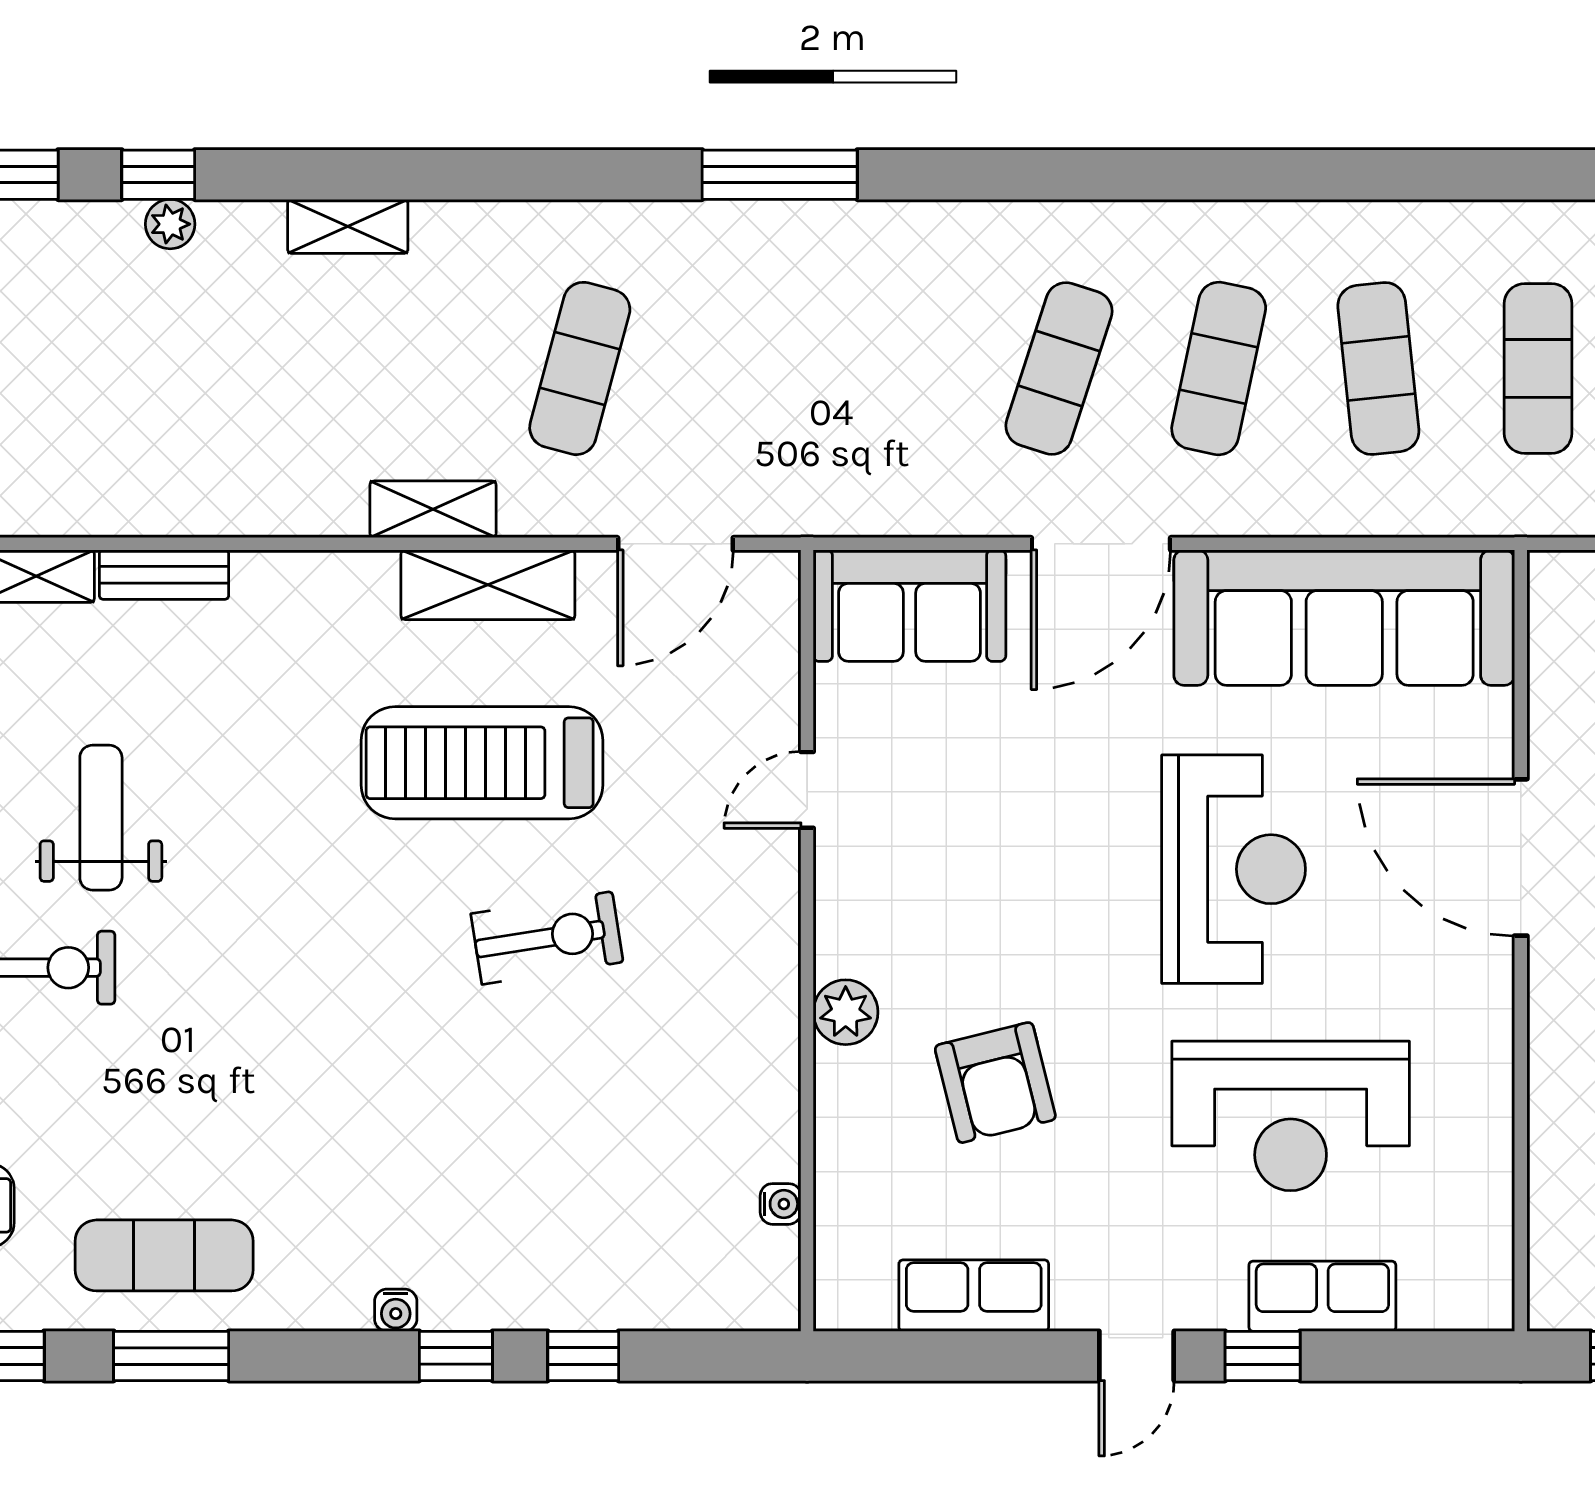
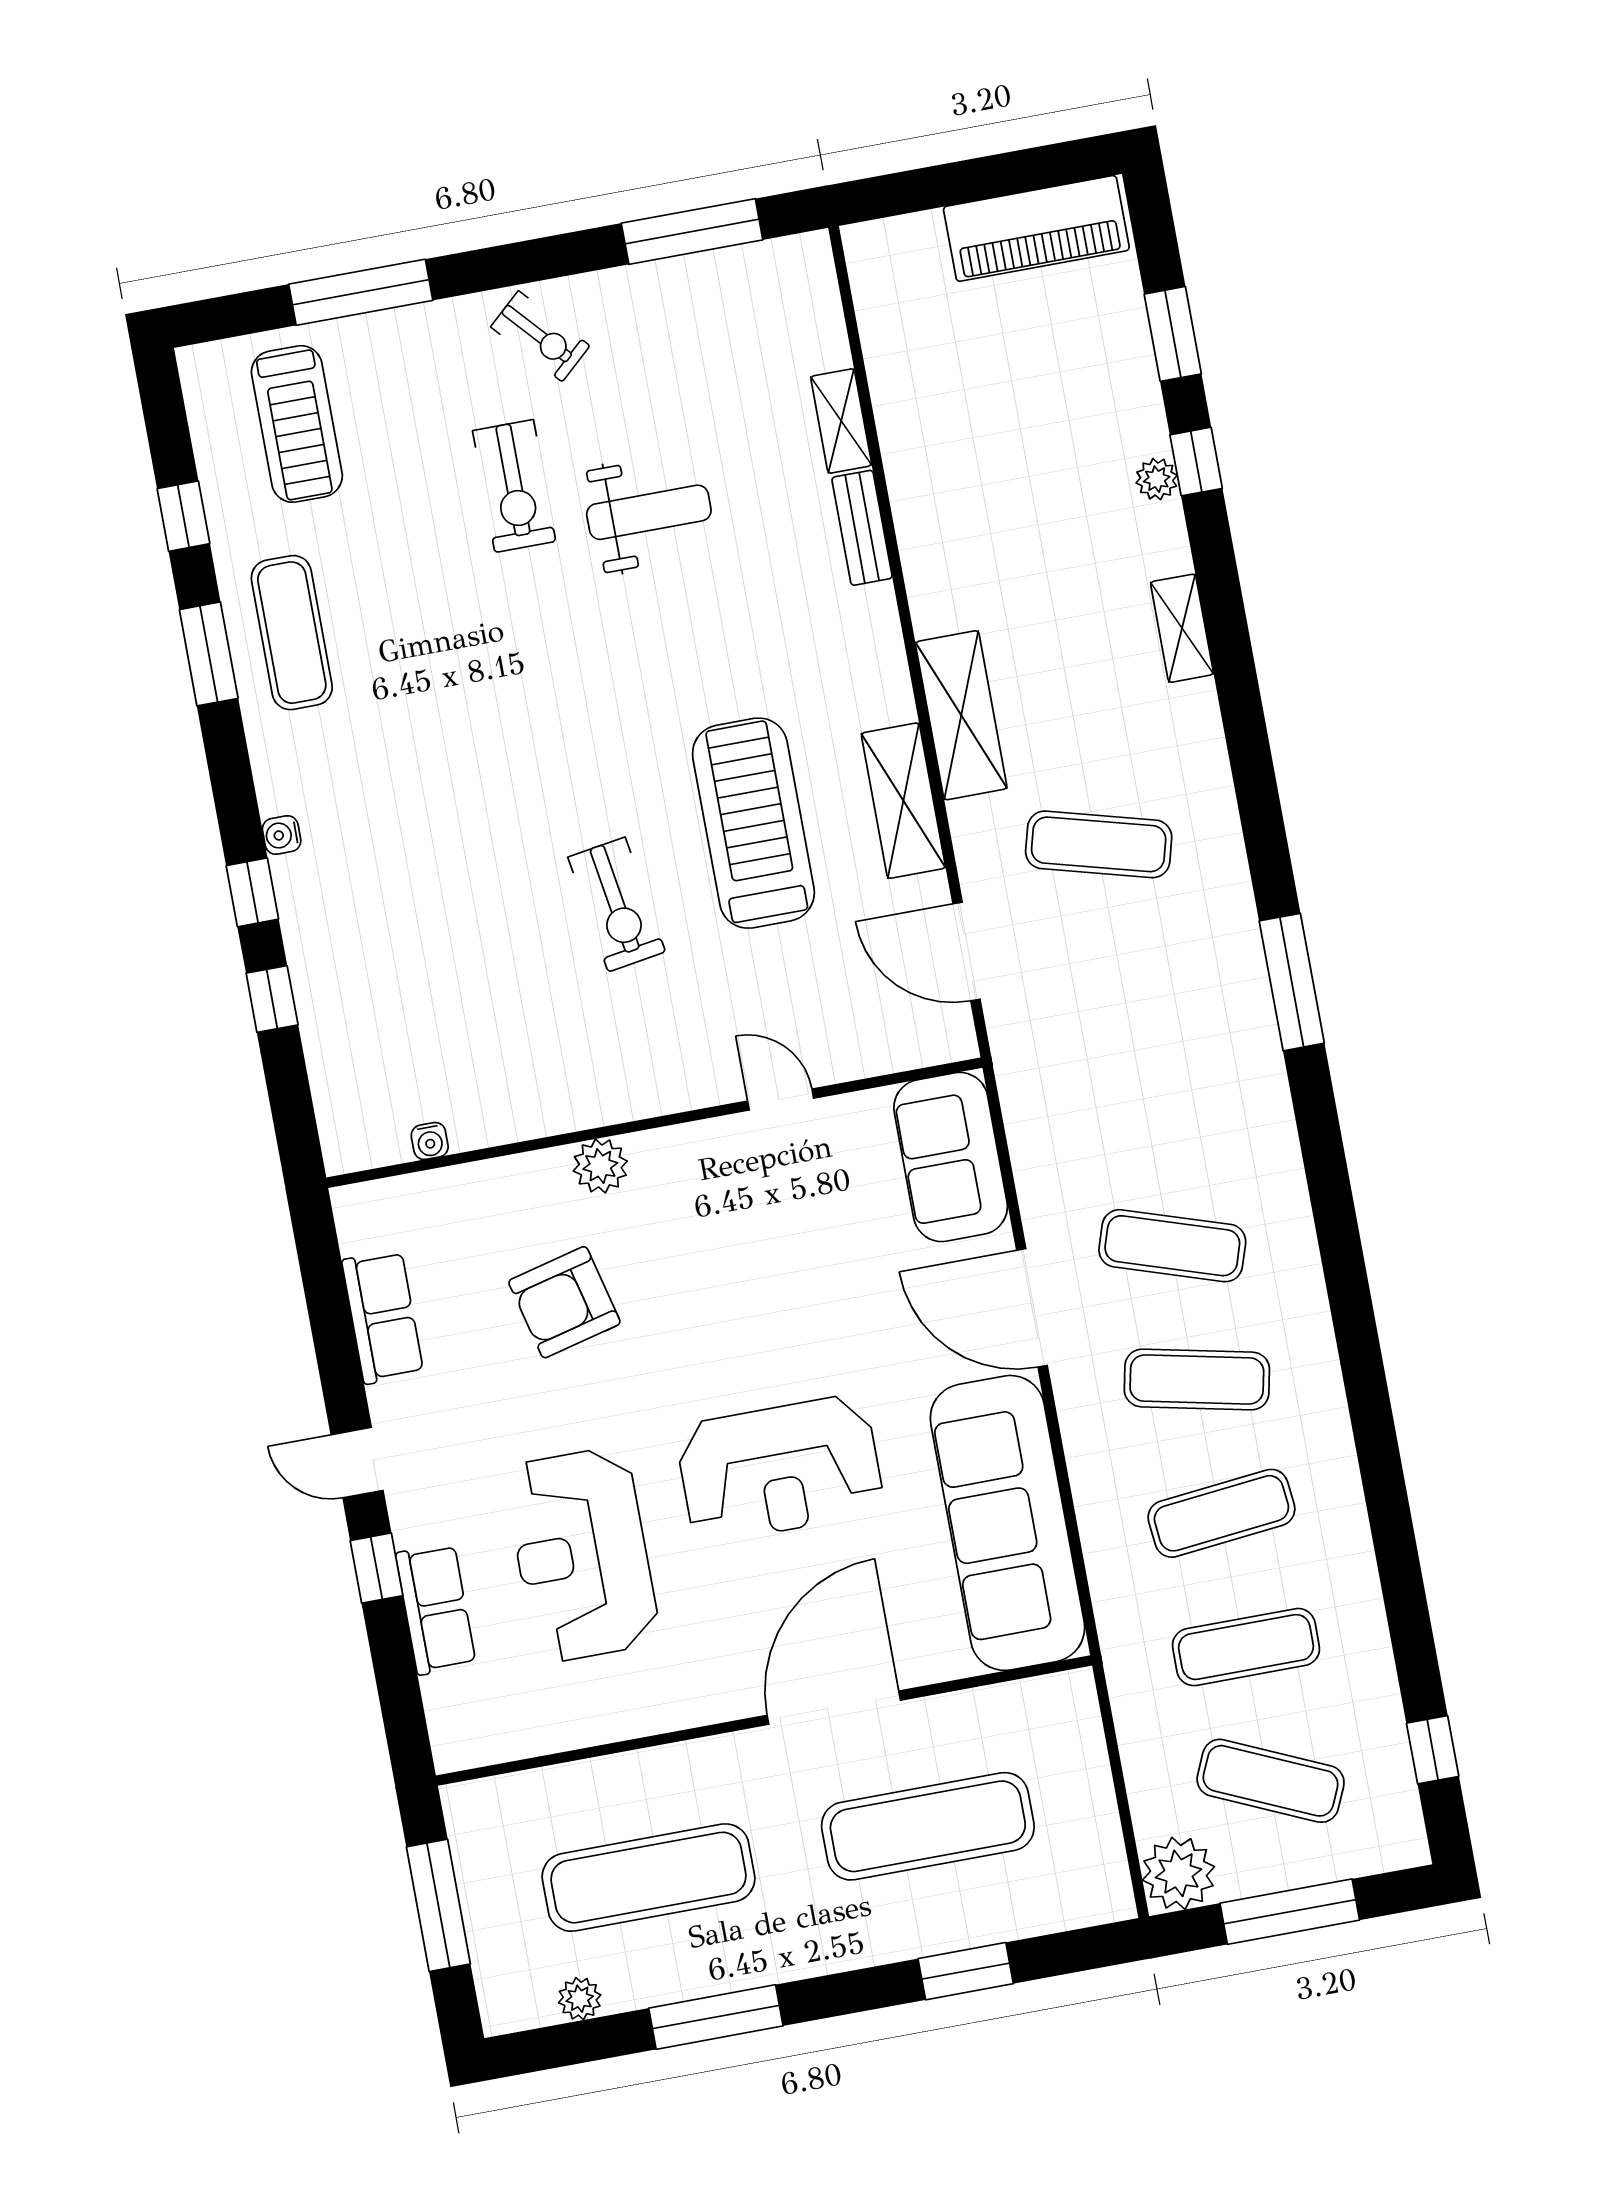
shelving: (433, 509) -> (961, 715), width x1.50, depth x1.33

